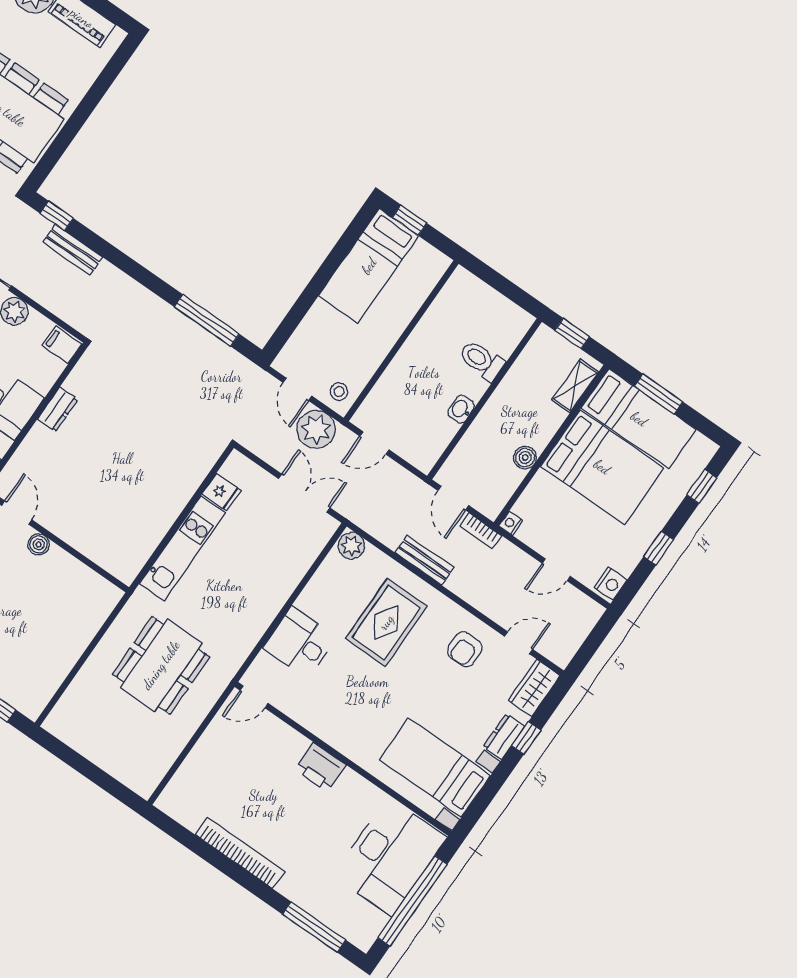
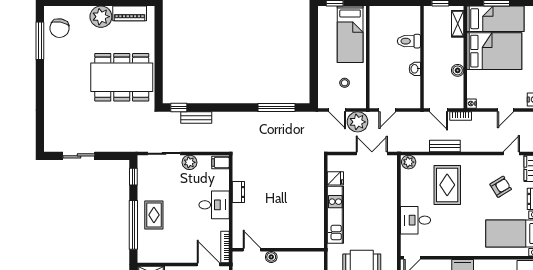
bed: (369, 266) -> (350, 34), moved
stool: (339, 392) -> (345, 83), moved
armchair: (465, 649) -> (501, 187), moved, turned -121

